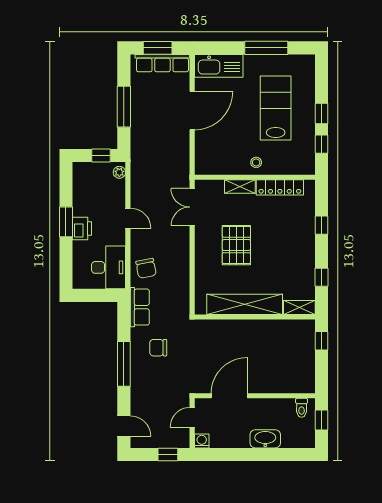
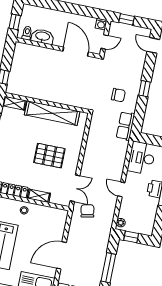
pallet: (236, 245) -> (49, 156), turned 90
chair: (146, 268) -> (87, 211), moved
window: (124, 364) -> (145, 89), width x0.46
door: (229, 396) -> (76, 52), swing flipped
washbasin: (265, 439) -> (43, 36), moved, turned 180

